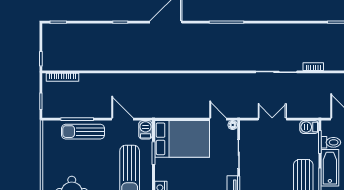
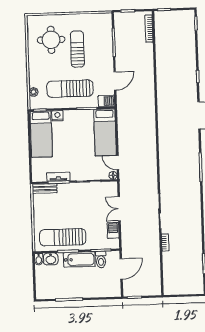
door: (218, 119) -> (118, 163), swing flipped
double door: (272, 119) -> (119, 209), swing flipped
barbecue: (309, 127) -> (113, 230), moved
sun lounger: (83, 132) -> (77, 49), moved
bed: (182, 139) -> (105, 132), width x0.67

